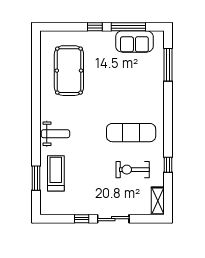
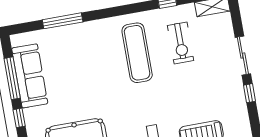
sofa: (134, 41) -> (30, 76), width x1.36
window: (168, 65) -> (63, 21), moved

